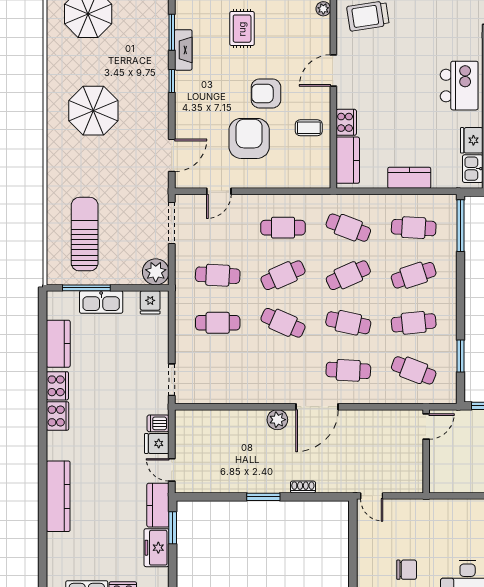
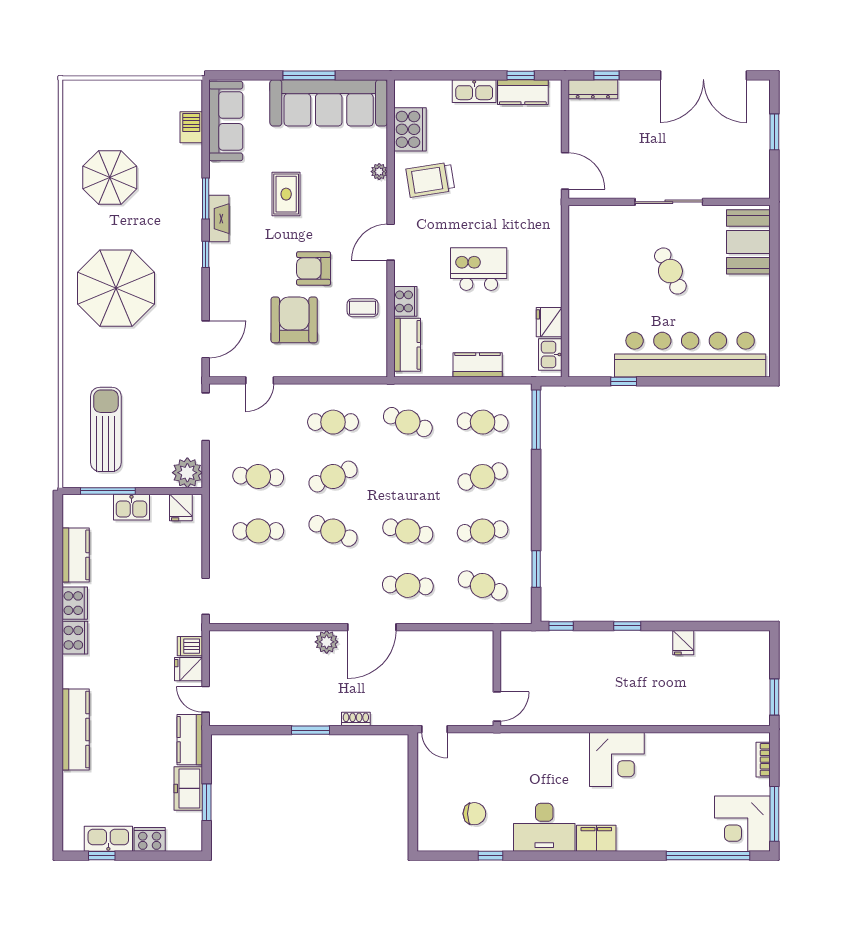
kitchen island: (459, 86) -> (479, 269), moved, turned -90
parasol: (93, 111) -> (116, 288), width x1.36, depth x1.36
cafe table: (348, 275) -> (408, 477), removed
kitchen sink: (101, 302) -> (131, 507), width x0.73
door: (426, 426) -> (497, 707), moved
window: (173, 528) -> (207, 802), moved

